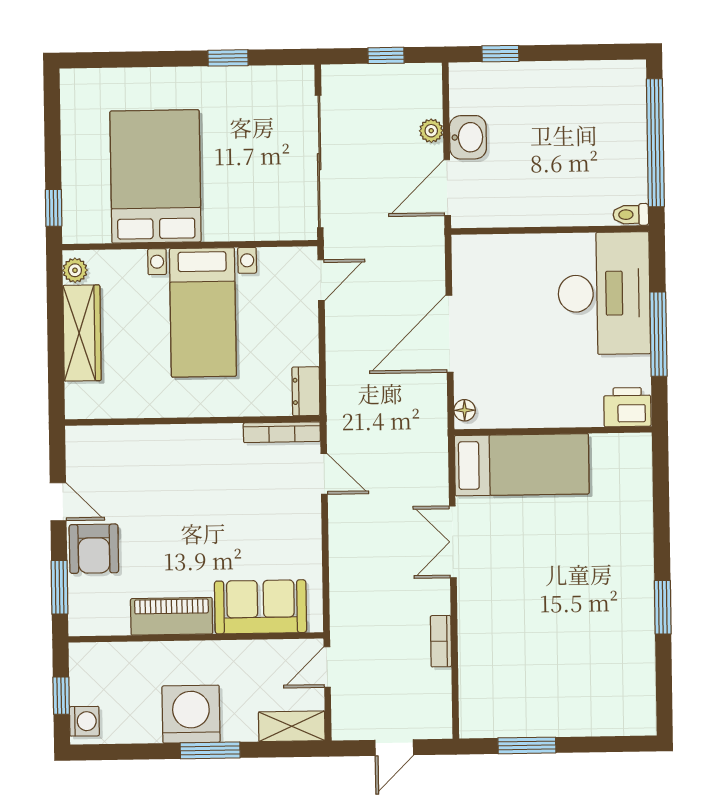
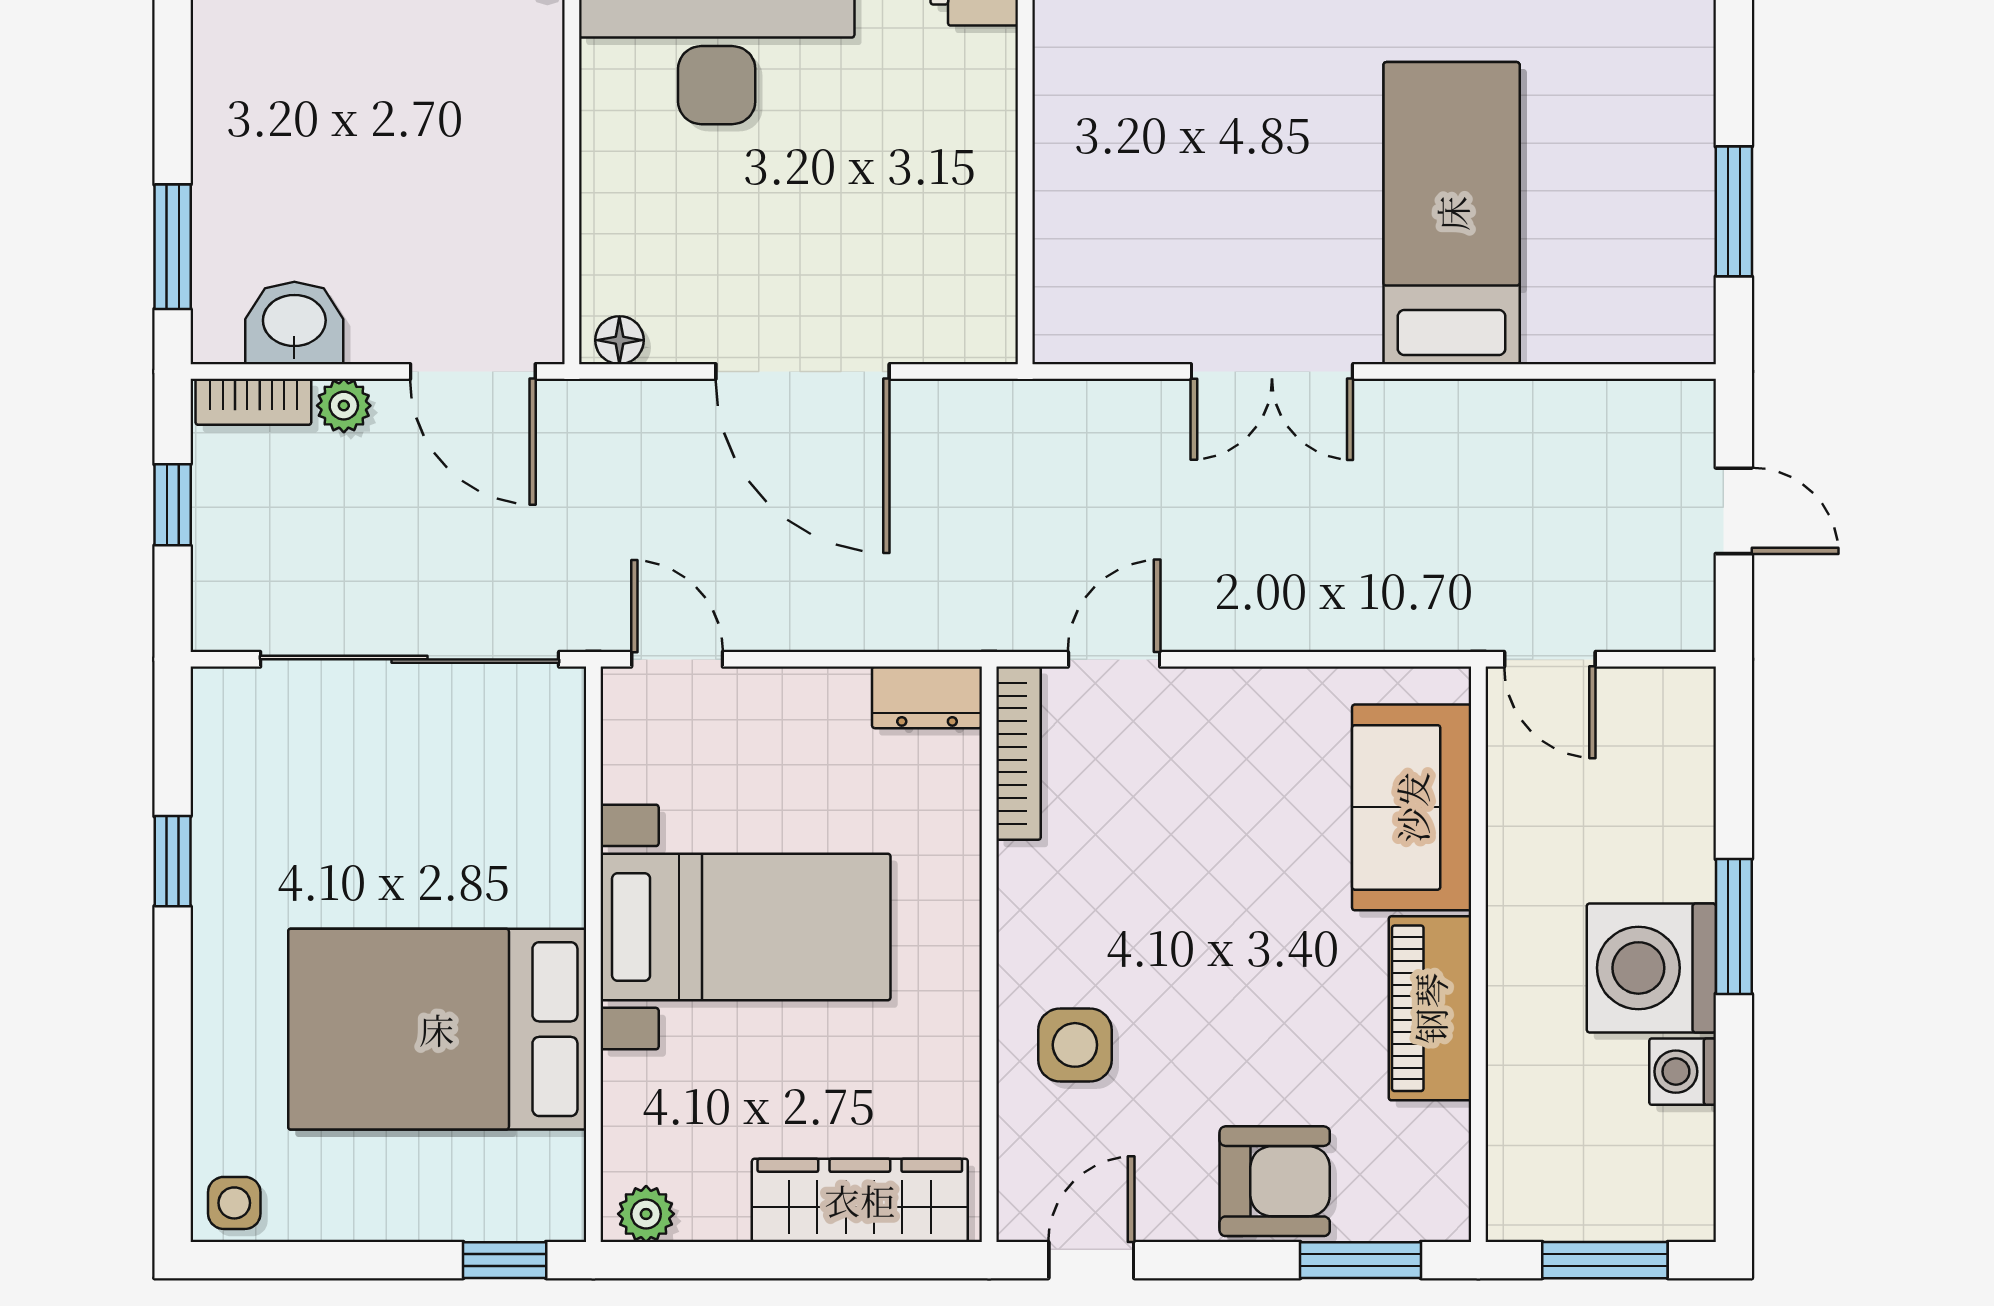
window: (500, 54) -> (173, 247), width x1.50
side table: (77, 88) -> (234, 1203), added
washbasin: (468, 137) -> (294, 323), moved
wardrobe: (82, 333) -> (860, 1200), moved
floor lamp: (465, 410) -> (619, 340), moved
side table: (153, 459) -> (1075, 1045), added
bed: (522, 465) -> (1452, 213), moved
door: (58, 502) -> (1091, 1260), moved
bookcase: (441, 641) -> (253, 402), moved
window: (61, 696) -> (1605, 1260), width x1.50
washing machine: (84, 721) -> (1683, 1072), moved, turned -90
shelving: (292, 726) -> (1682, 741), removed

